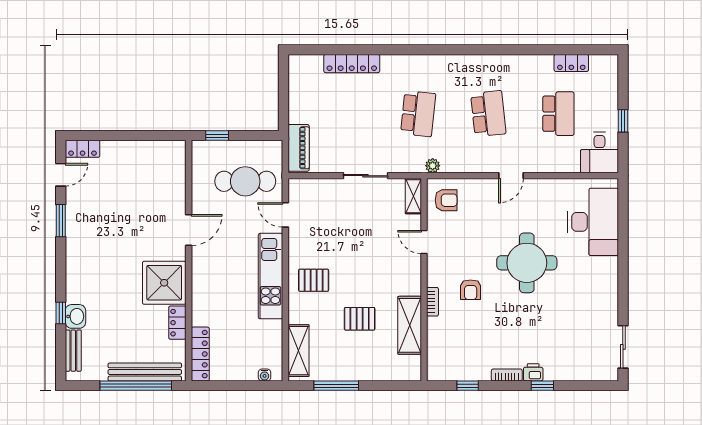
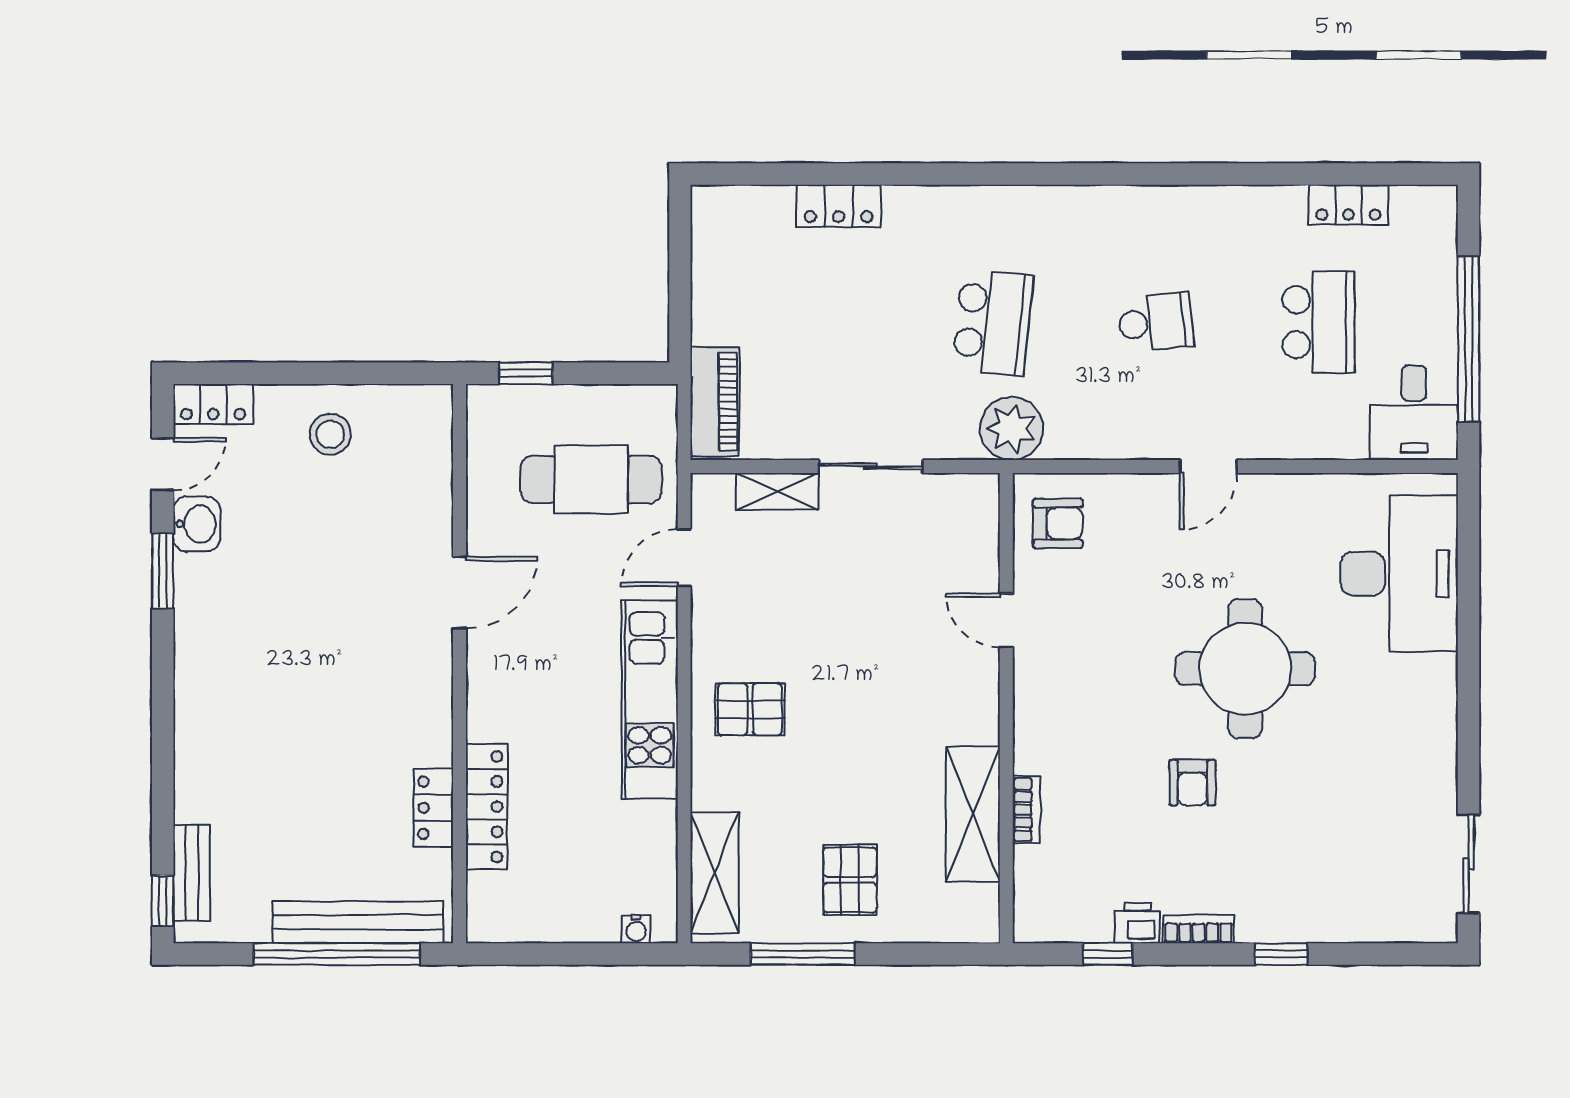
locker: (352, 64) -> (839, 206), width x0.66
school desk: (488, 114) -> (1156, 322), width x0.54
window: (623, 121) -> (1468, 339), width x3.17
stool: (133, 162) -> (330, 434), added
plant: (433, 166) -> (1012, 428), width x1.88, depth x1.88
shelving: (413, 196) -> (777, 491), moved, turned 90
door: (285, 215) -> (684, 558), hinge flipped
shower: (164, 283) -> (403, 715), removed
armchair: (471, 290) -> (1192, 783), moved
bookcase: (433, 302) -> (1026, 810), moved
window: (61, 313) -> (163, 901), moved
washbasin: (75, 316) -> (197, 524), moved
pallet: (360, 319) -> (850, 880), moved, turned 90
locker: (200, 354) -> (487, 807), moved
printer: (533, 372) -> (1137, 923), moved

